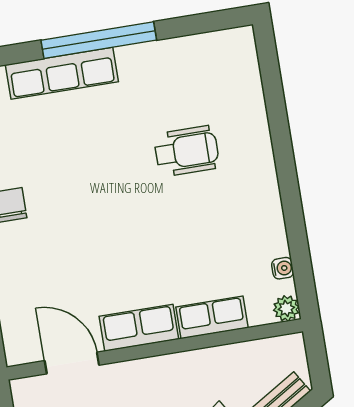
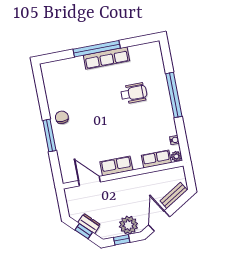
row of seats: (62, 73) -> (106, 58), moved
window: (284, 158) -> (174, 95), added
row of seats: (212, 317) -> (156, 159), moved

